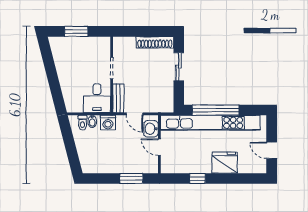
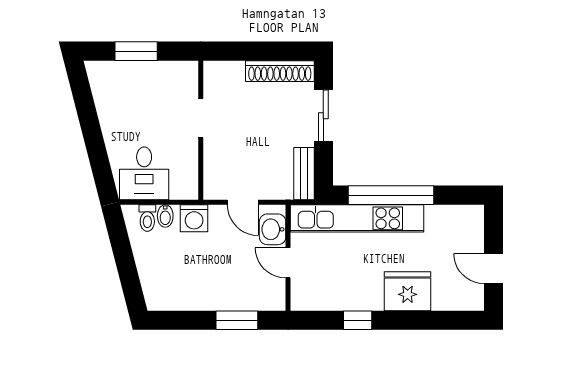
desk: (97, 98) -> (144, 173), moved
bench: (118, 98) -> (304, 174), moved
kitchen unit: (210, 123) -> (357, 218), width x0.73

